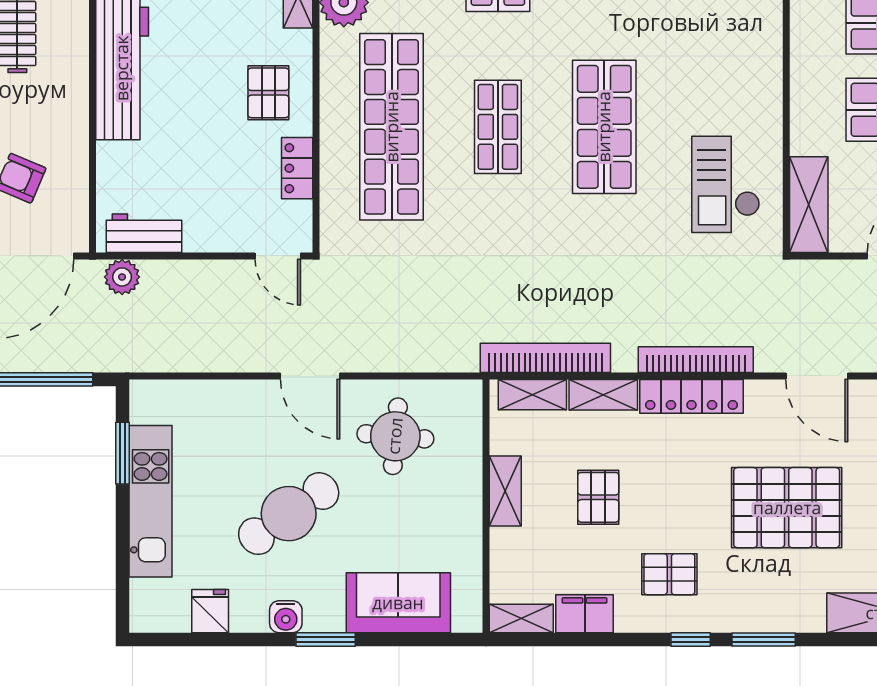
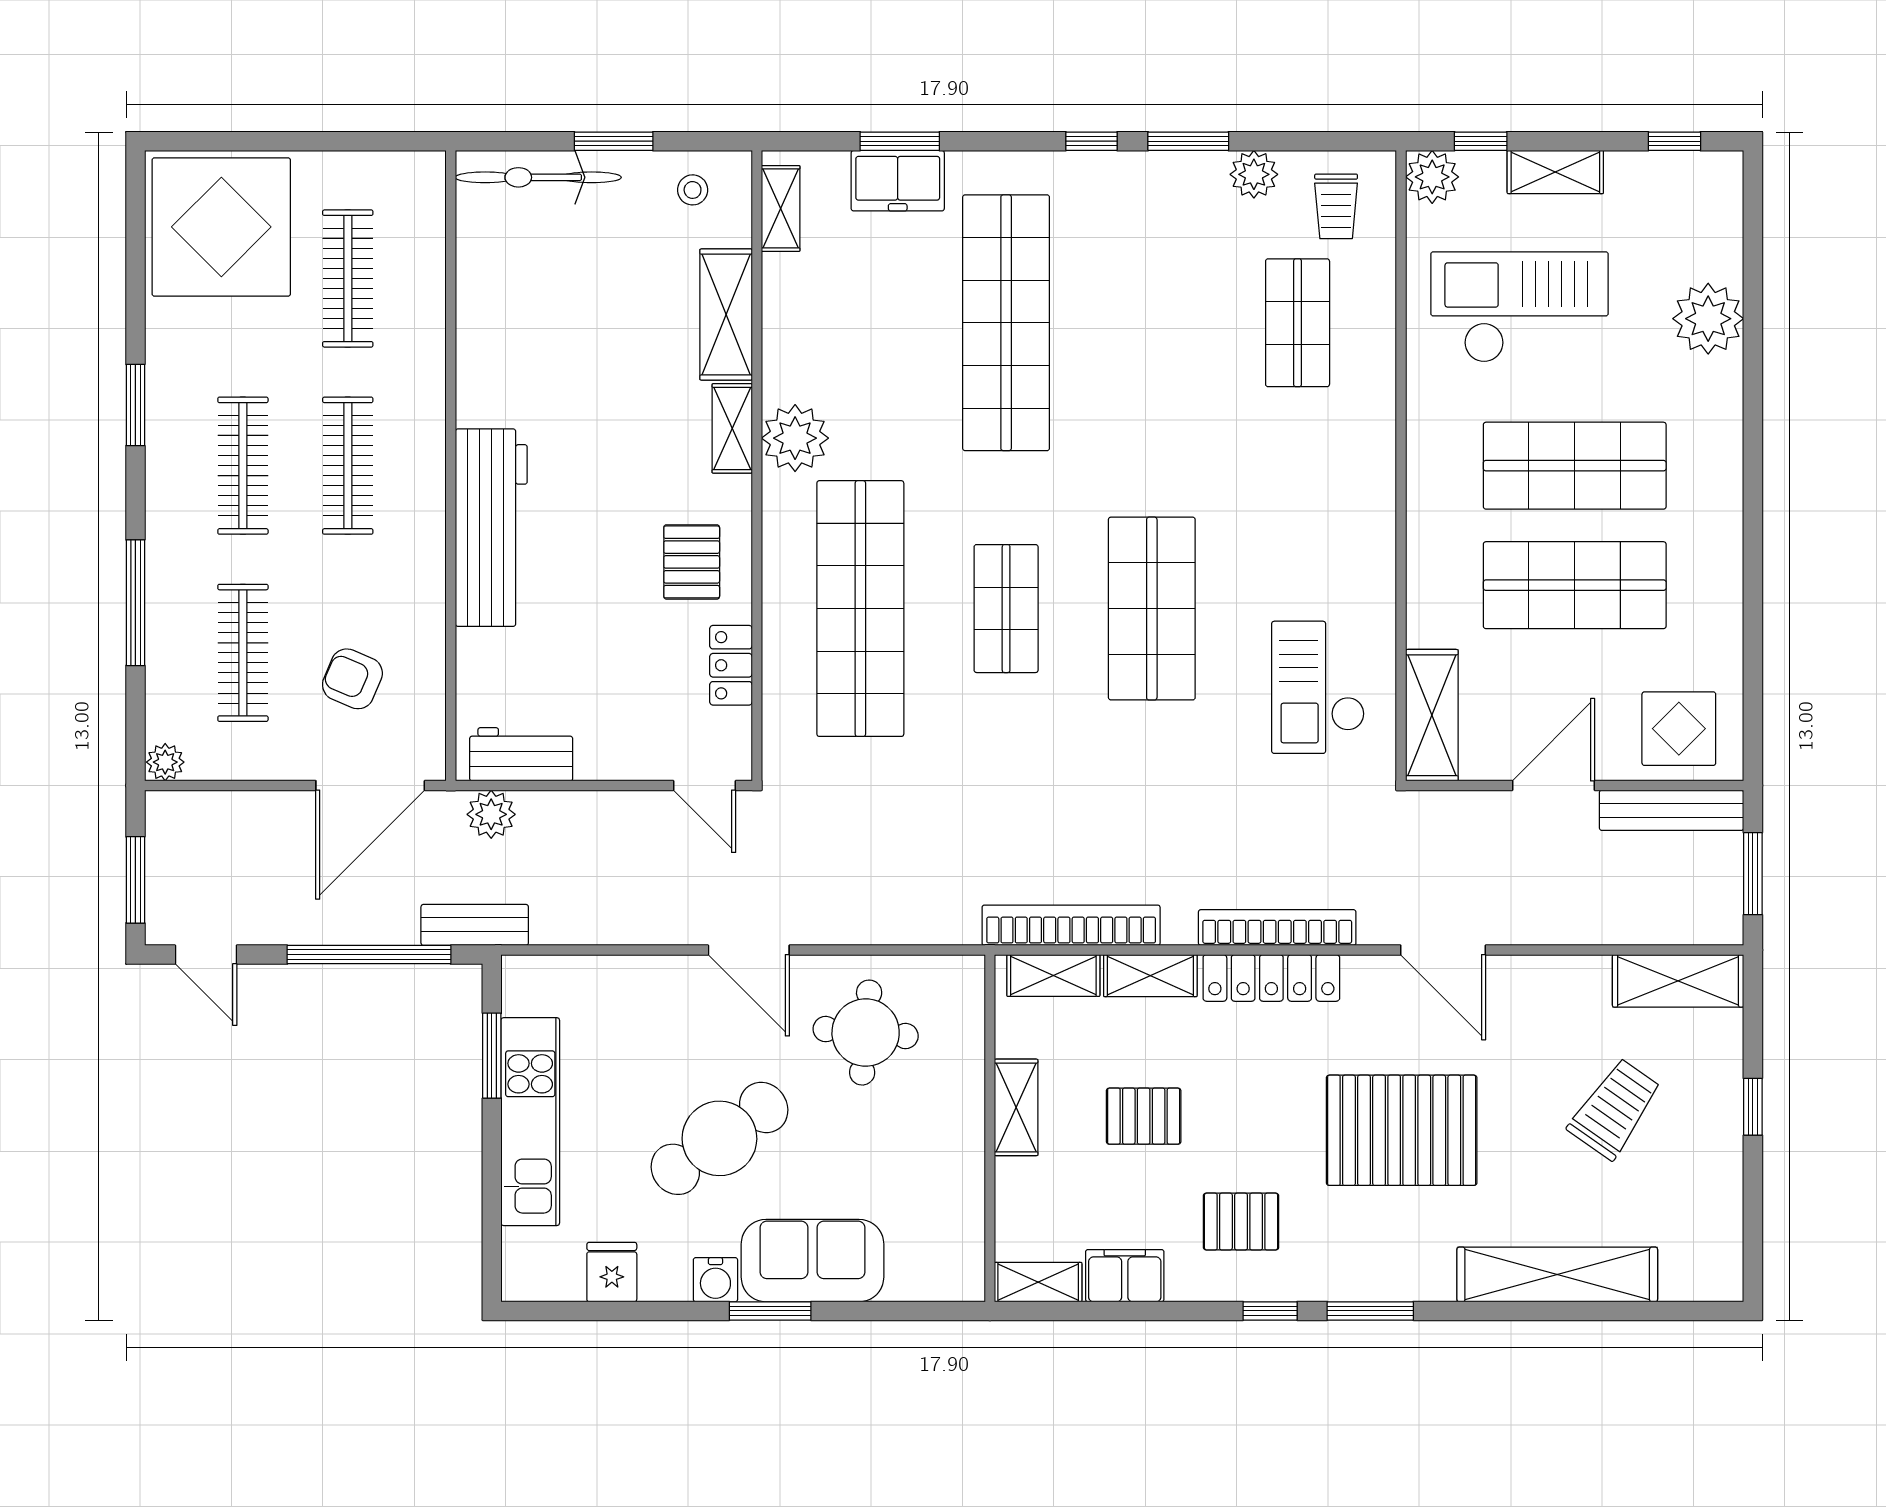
bench: (110, 358) -> (475, 925), added
pallet: (598, 497) -> (1144, 1116), turned 90
sofa: (398, 603) -> (812, 1261), moved

